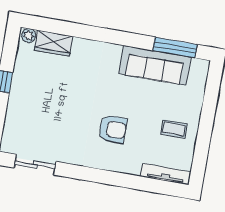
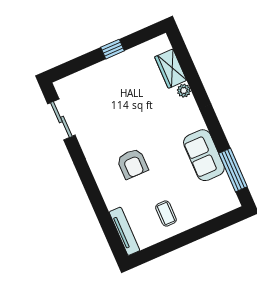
plant: (29, 35) -> (184, 91), moved
sofa: (155, 65) -> (204, 155), width x0.73

